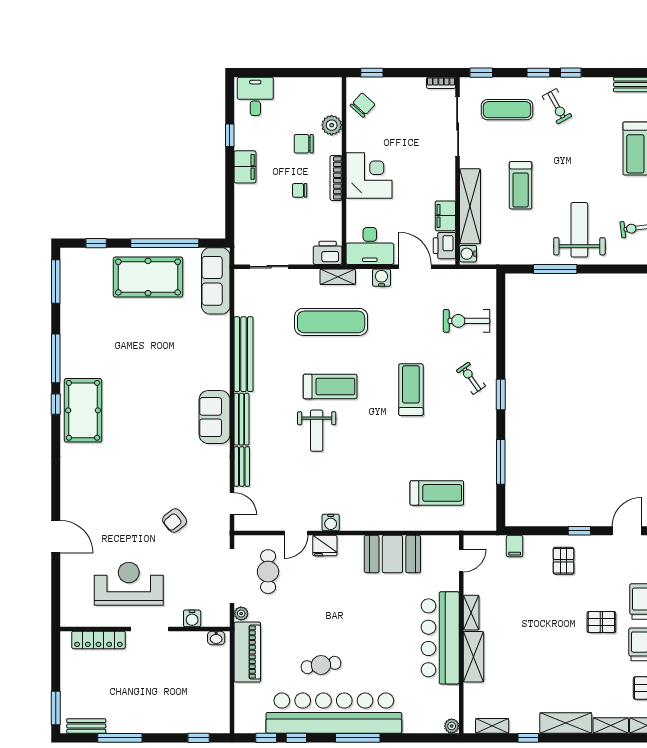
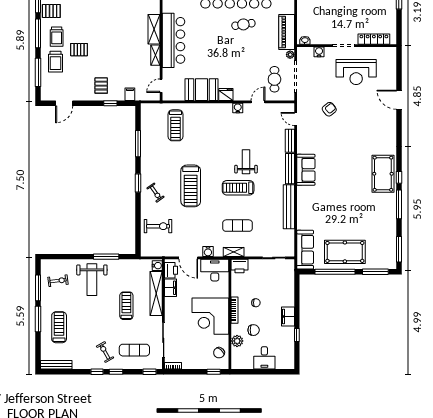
desk: (255, 96) -> (264, 358), moved
corner desk: (369, 176) -> (210, 316), width x1.36, depth x1.36
window: (96, 243) -> (375, 272), width x2.17
exercise mat: (331, 322) -> (238, 226), width x0.73, depth x0.69
treadmill: (411, 390) -> (191, 186), width x1.37, depth x1.38
treadmill: (437, 493) -> (175, 125), turned -90
window: (579, 531) -> (110, 103), moved
fridge: (325, 546) -> (226, 94), moved

